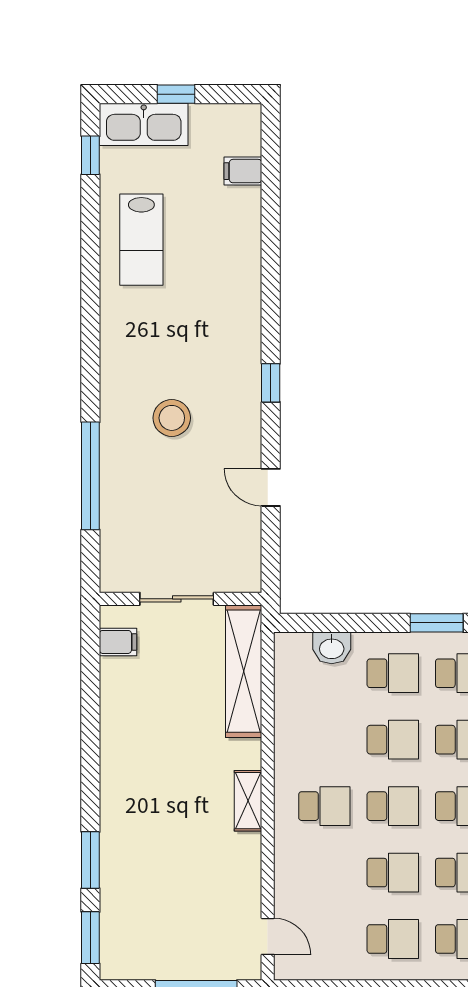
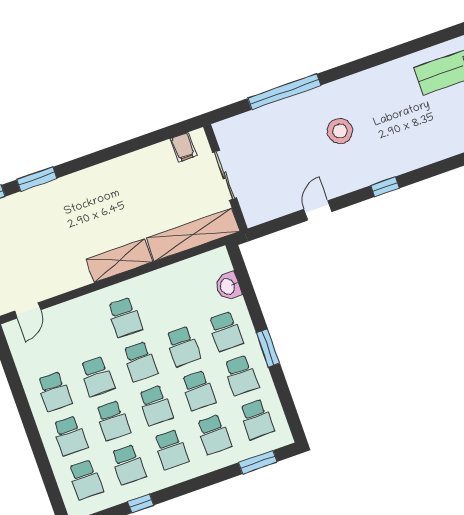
shelving: (248, 801) -> (119, 261), width x1.50, depth x1.33

